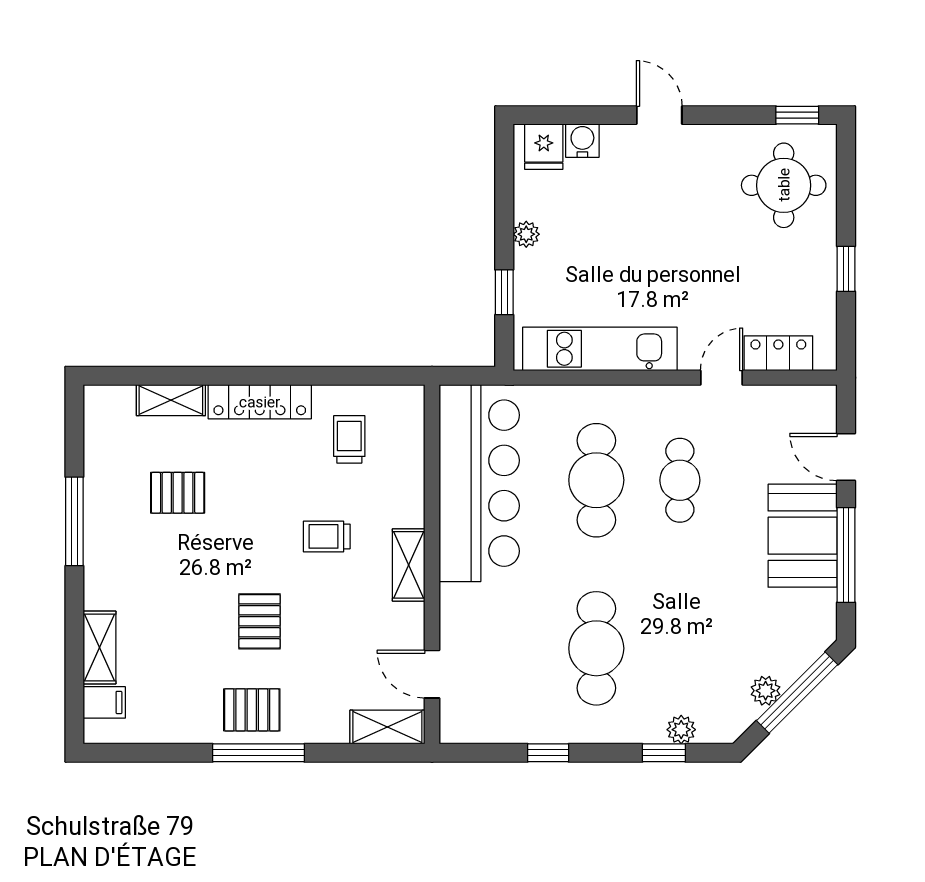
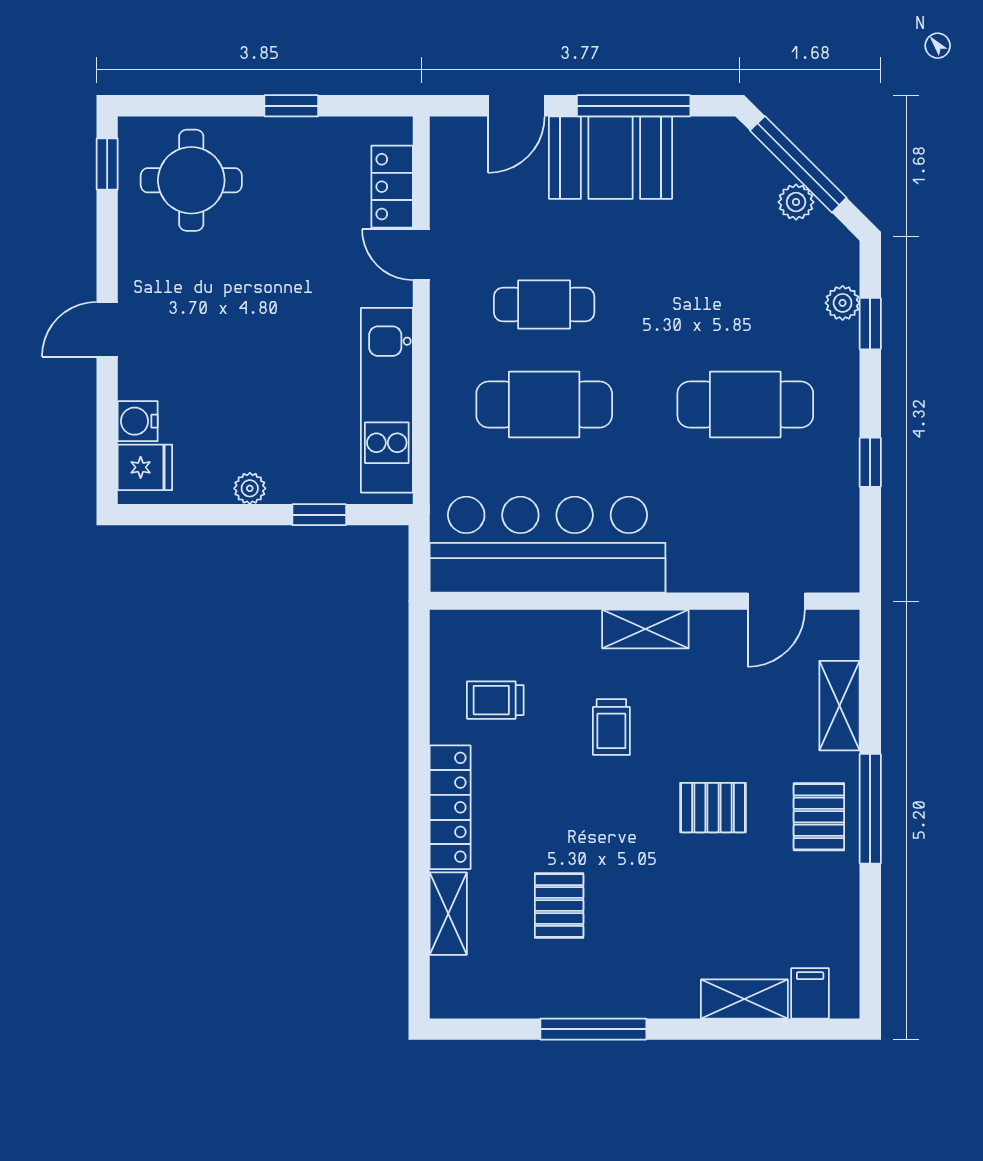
shelving: (387, 727) -> (840, 706), moved

